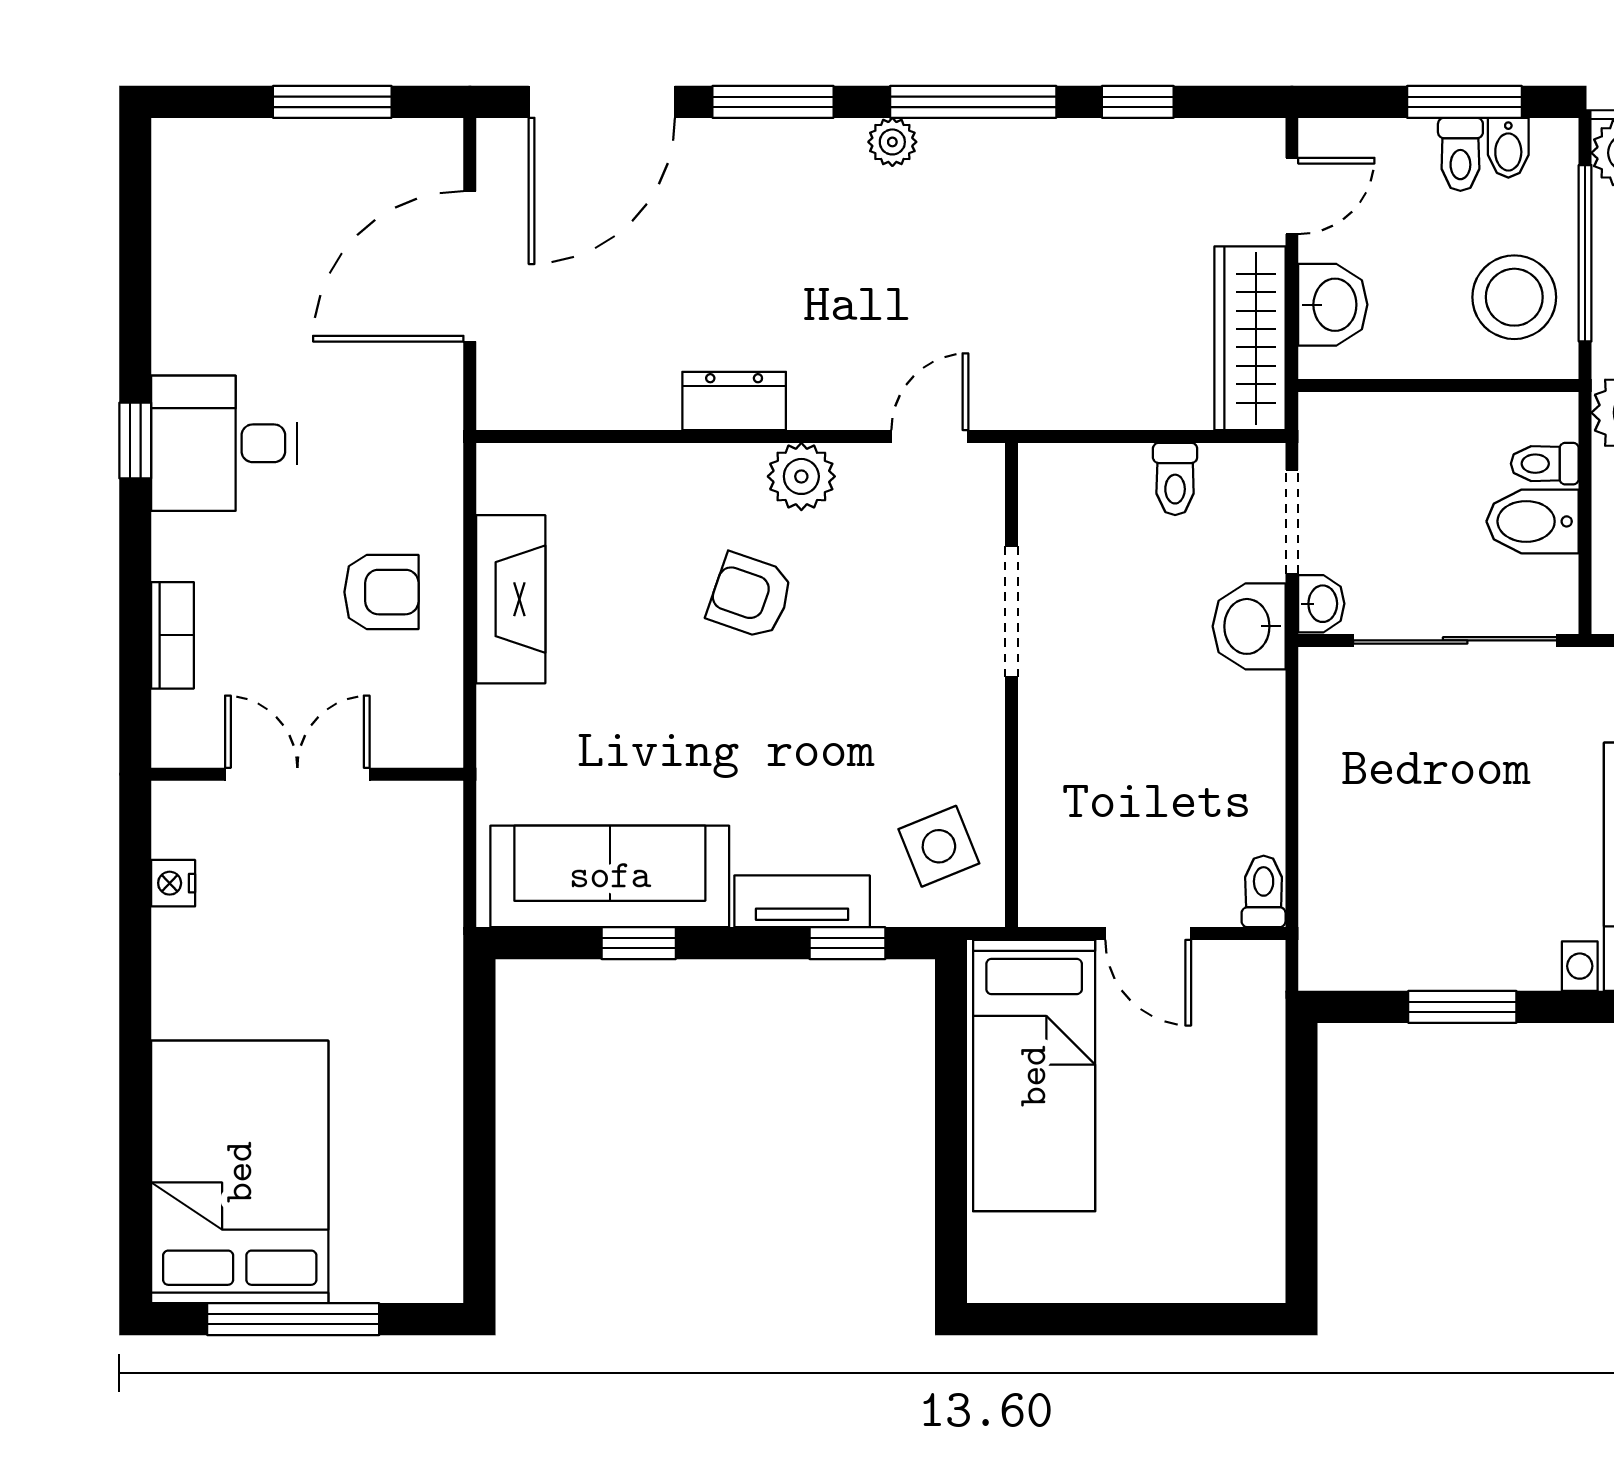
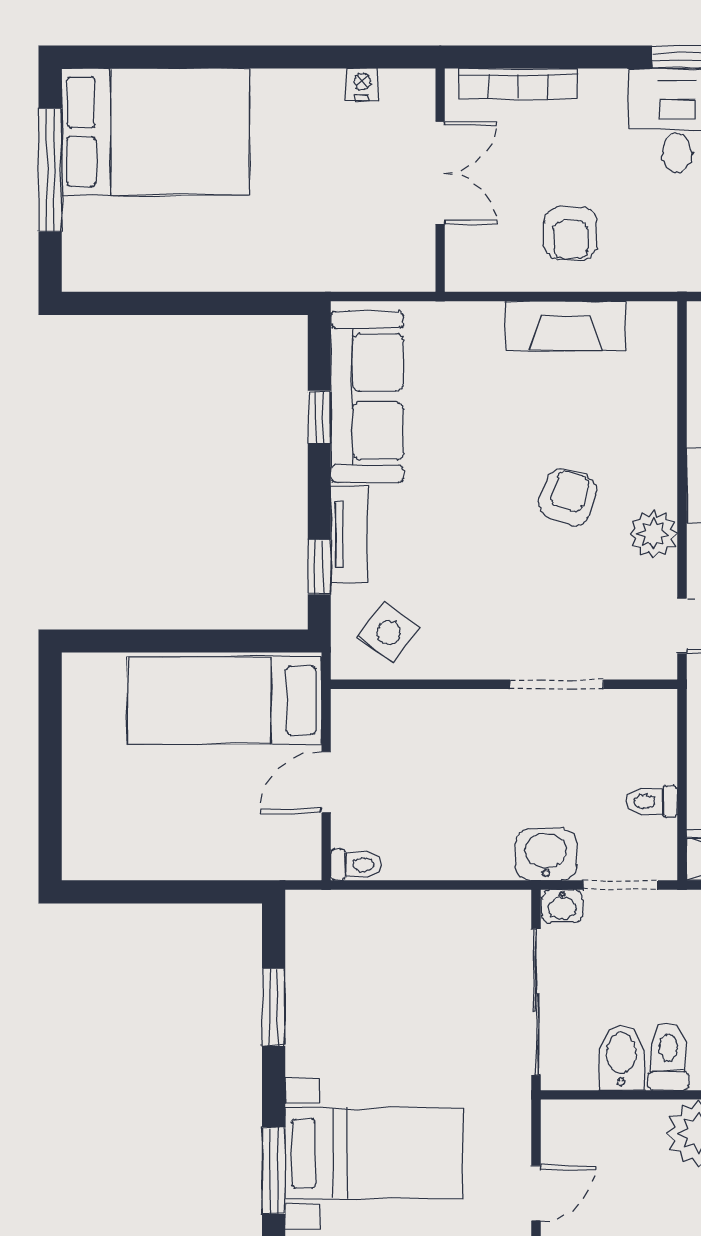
toilet: (1545, 464) -> (668, 1057), width x1.37, depth x1.39
bookcase: (172, 635) -> (518, 84), width x1.56
side table: (939, 846) -> (389, 632), turned -31

